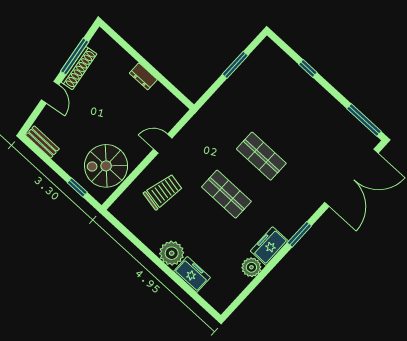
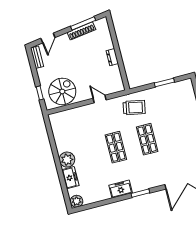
door: (50, 92) -> (48, 38), moved
spiral stairs: (106, 166) -> (62, 91), turned 90
trolley: (163, 192) -> (134, 108), moved
plant: (251, 267) -> (77, 201), moved

